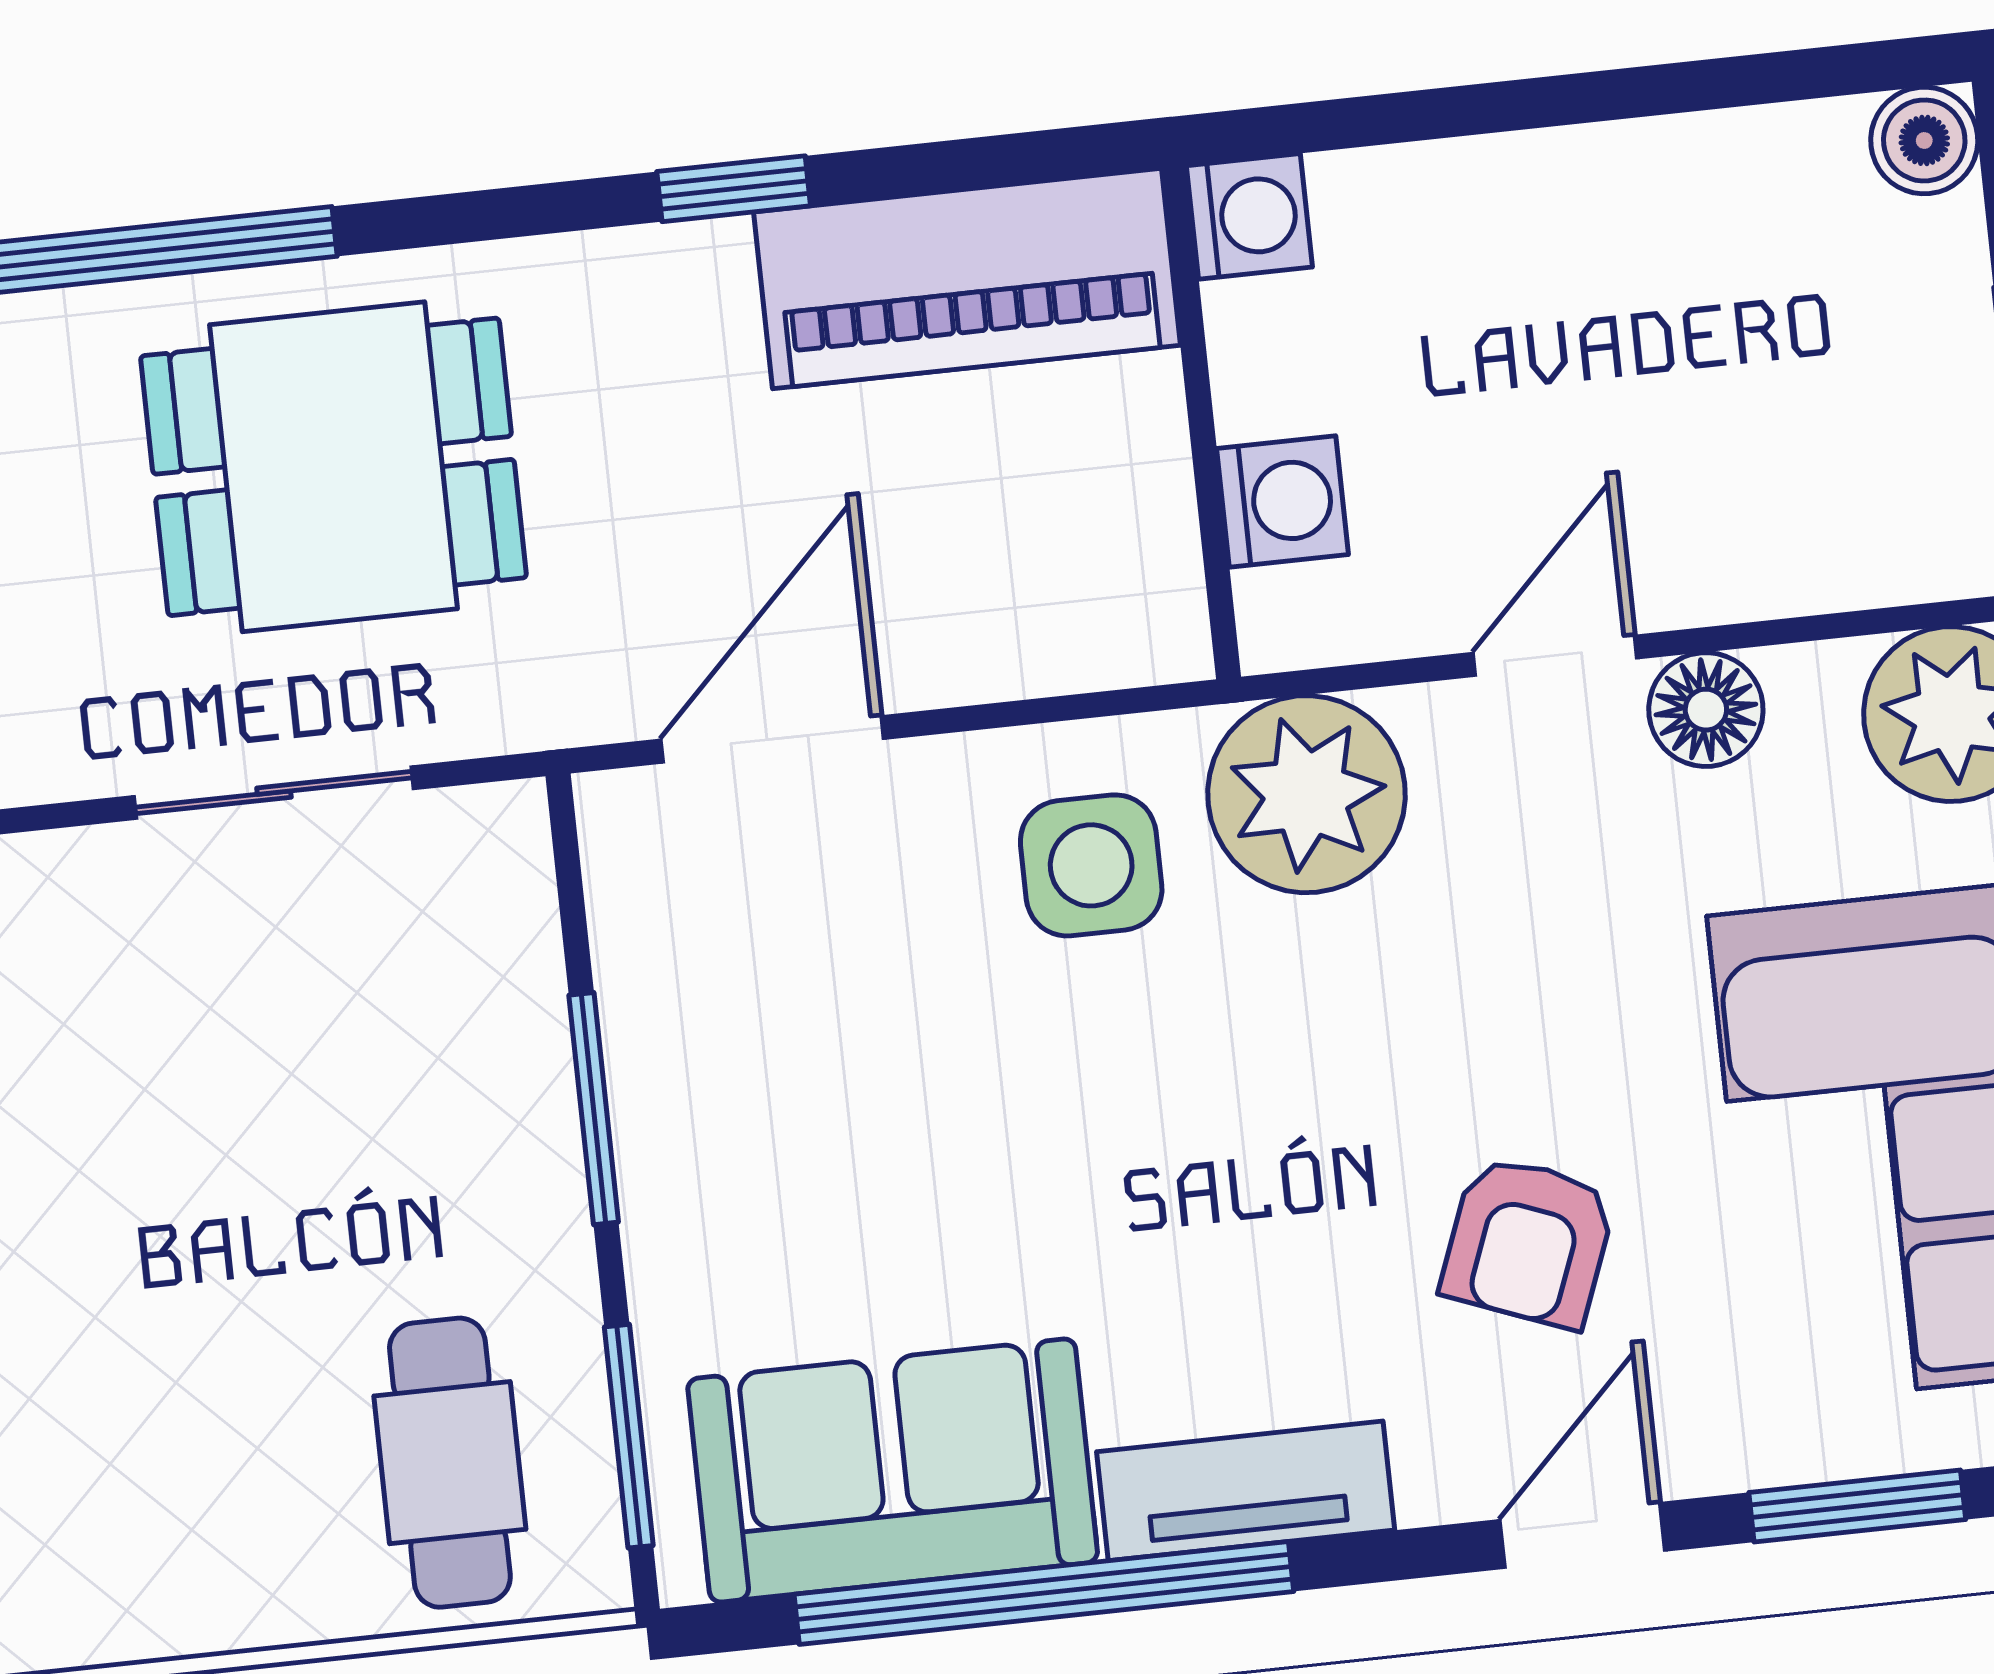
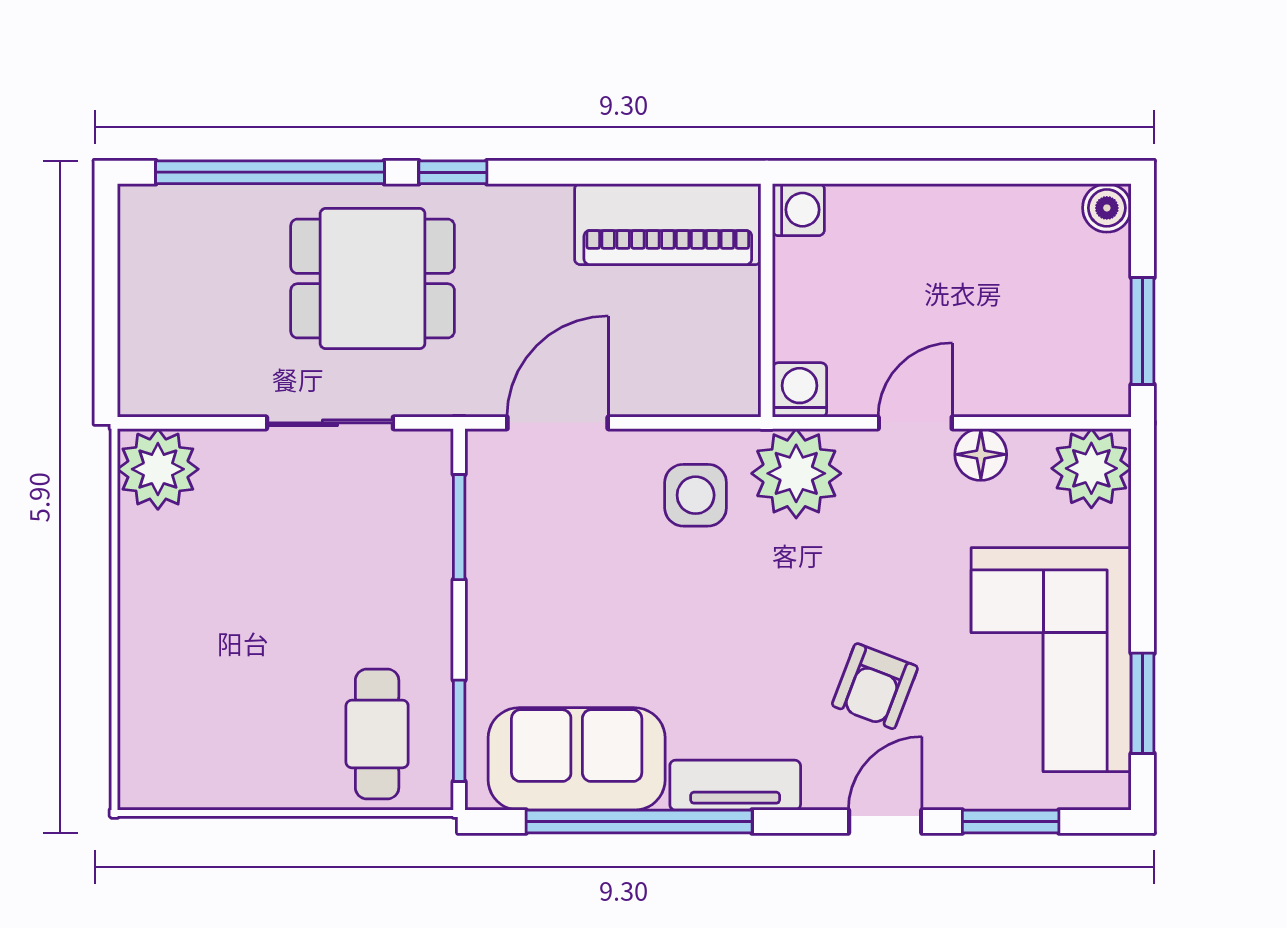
window: (734, 189) -> (453, 172), moved
washing machine: (1283, 501) -> (800, 390), moved, turned -90
window: (594, 1109) -> (459, 527), moved

